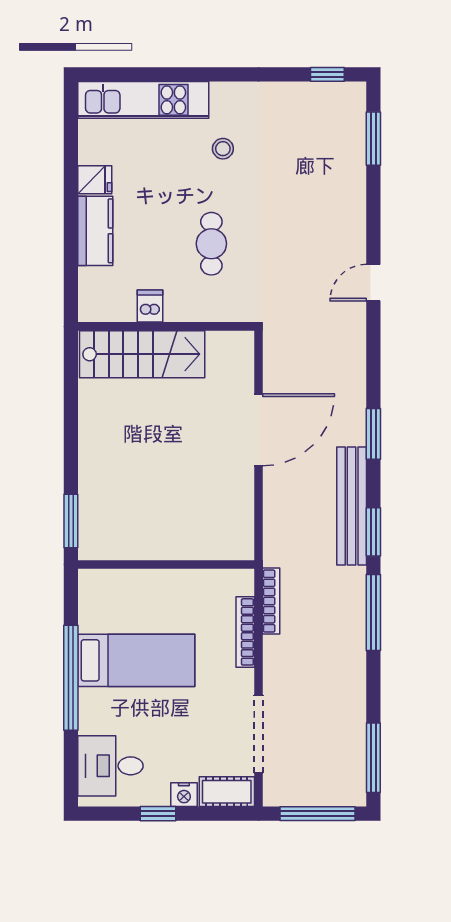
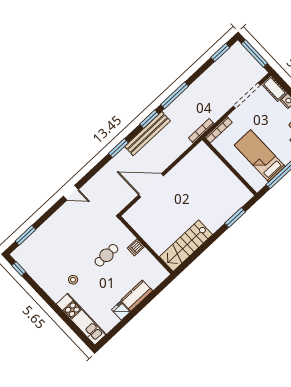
dishwasher: (150, 306) -> (136, 247), moved
stairs: (142, 354) -> (186, 246), moved, turned -90
wall: (166, 564) -> (230, 166), moved
window: (373, 758) -> (220, 52), width x0.69

